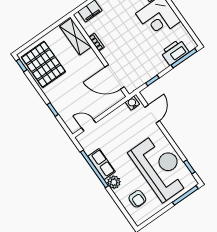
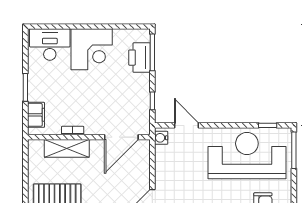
shelving: (75, 37) -> (67, 148), moved

